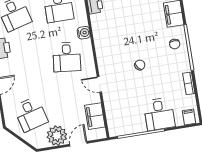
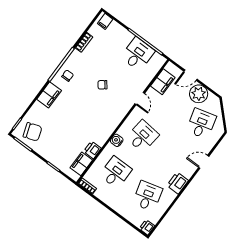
desk: (159, 114) -> (138, 54), moved

